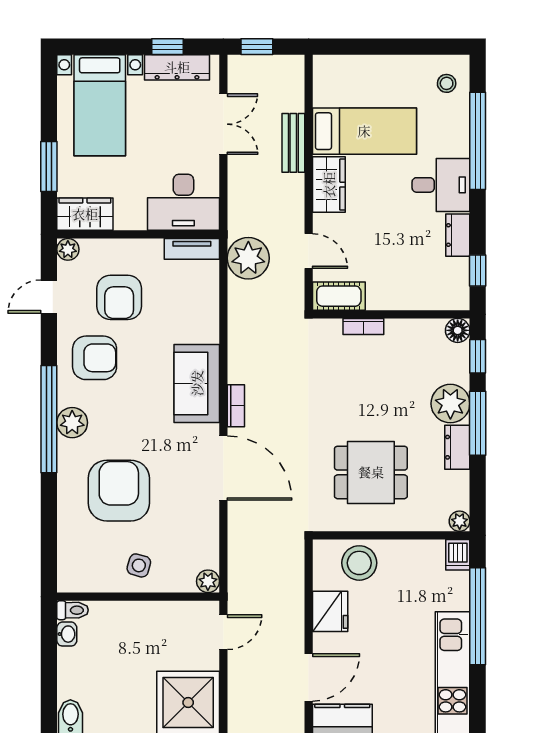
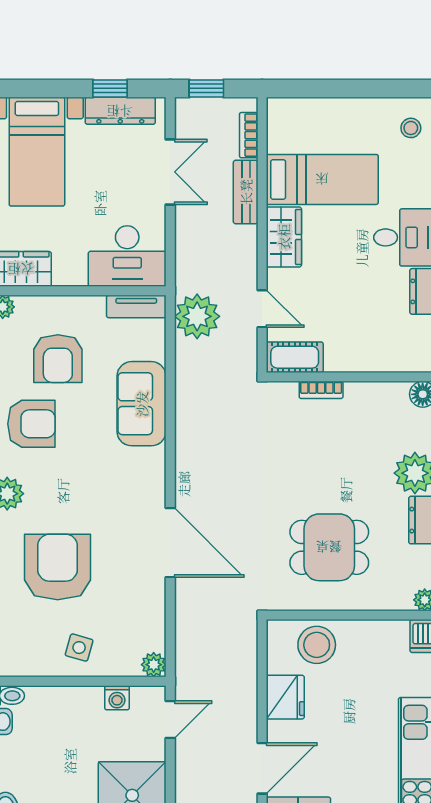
sofa: (197, 383) -> (142, 404), moved
bookcase: (236, 406) -> (249, 135), moved, turned 180
washing machine: (174, 612) -> (117, 698), added

